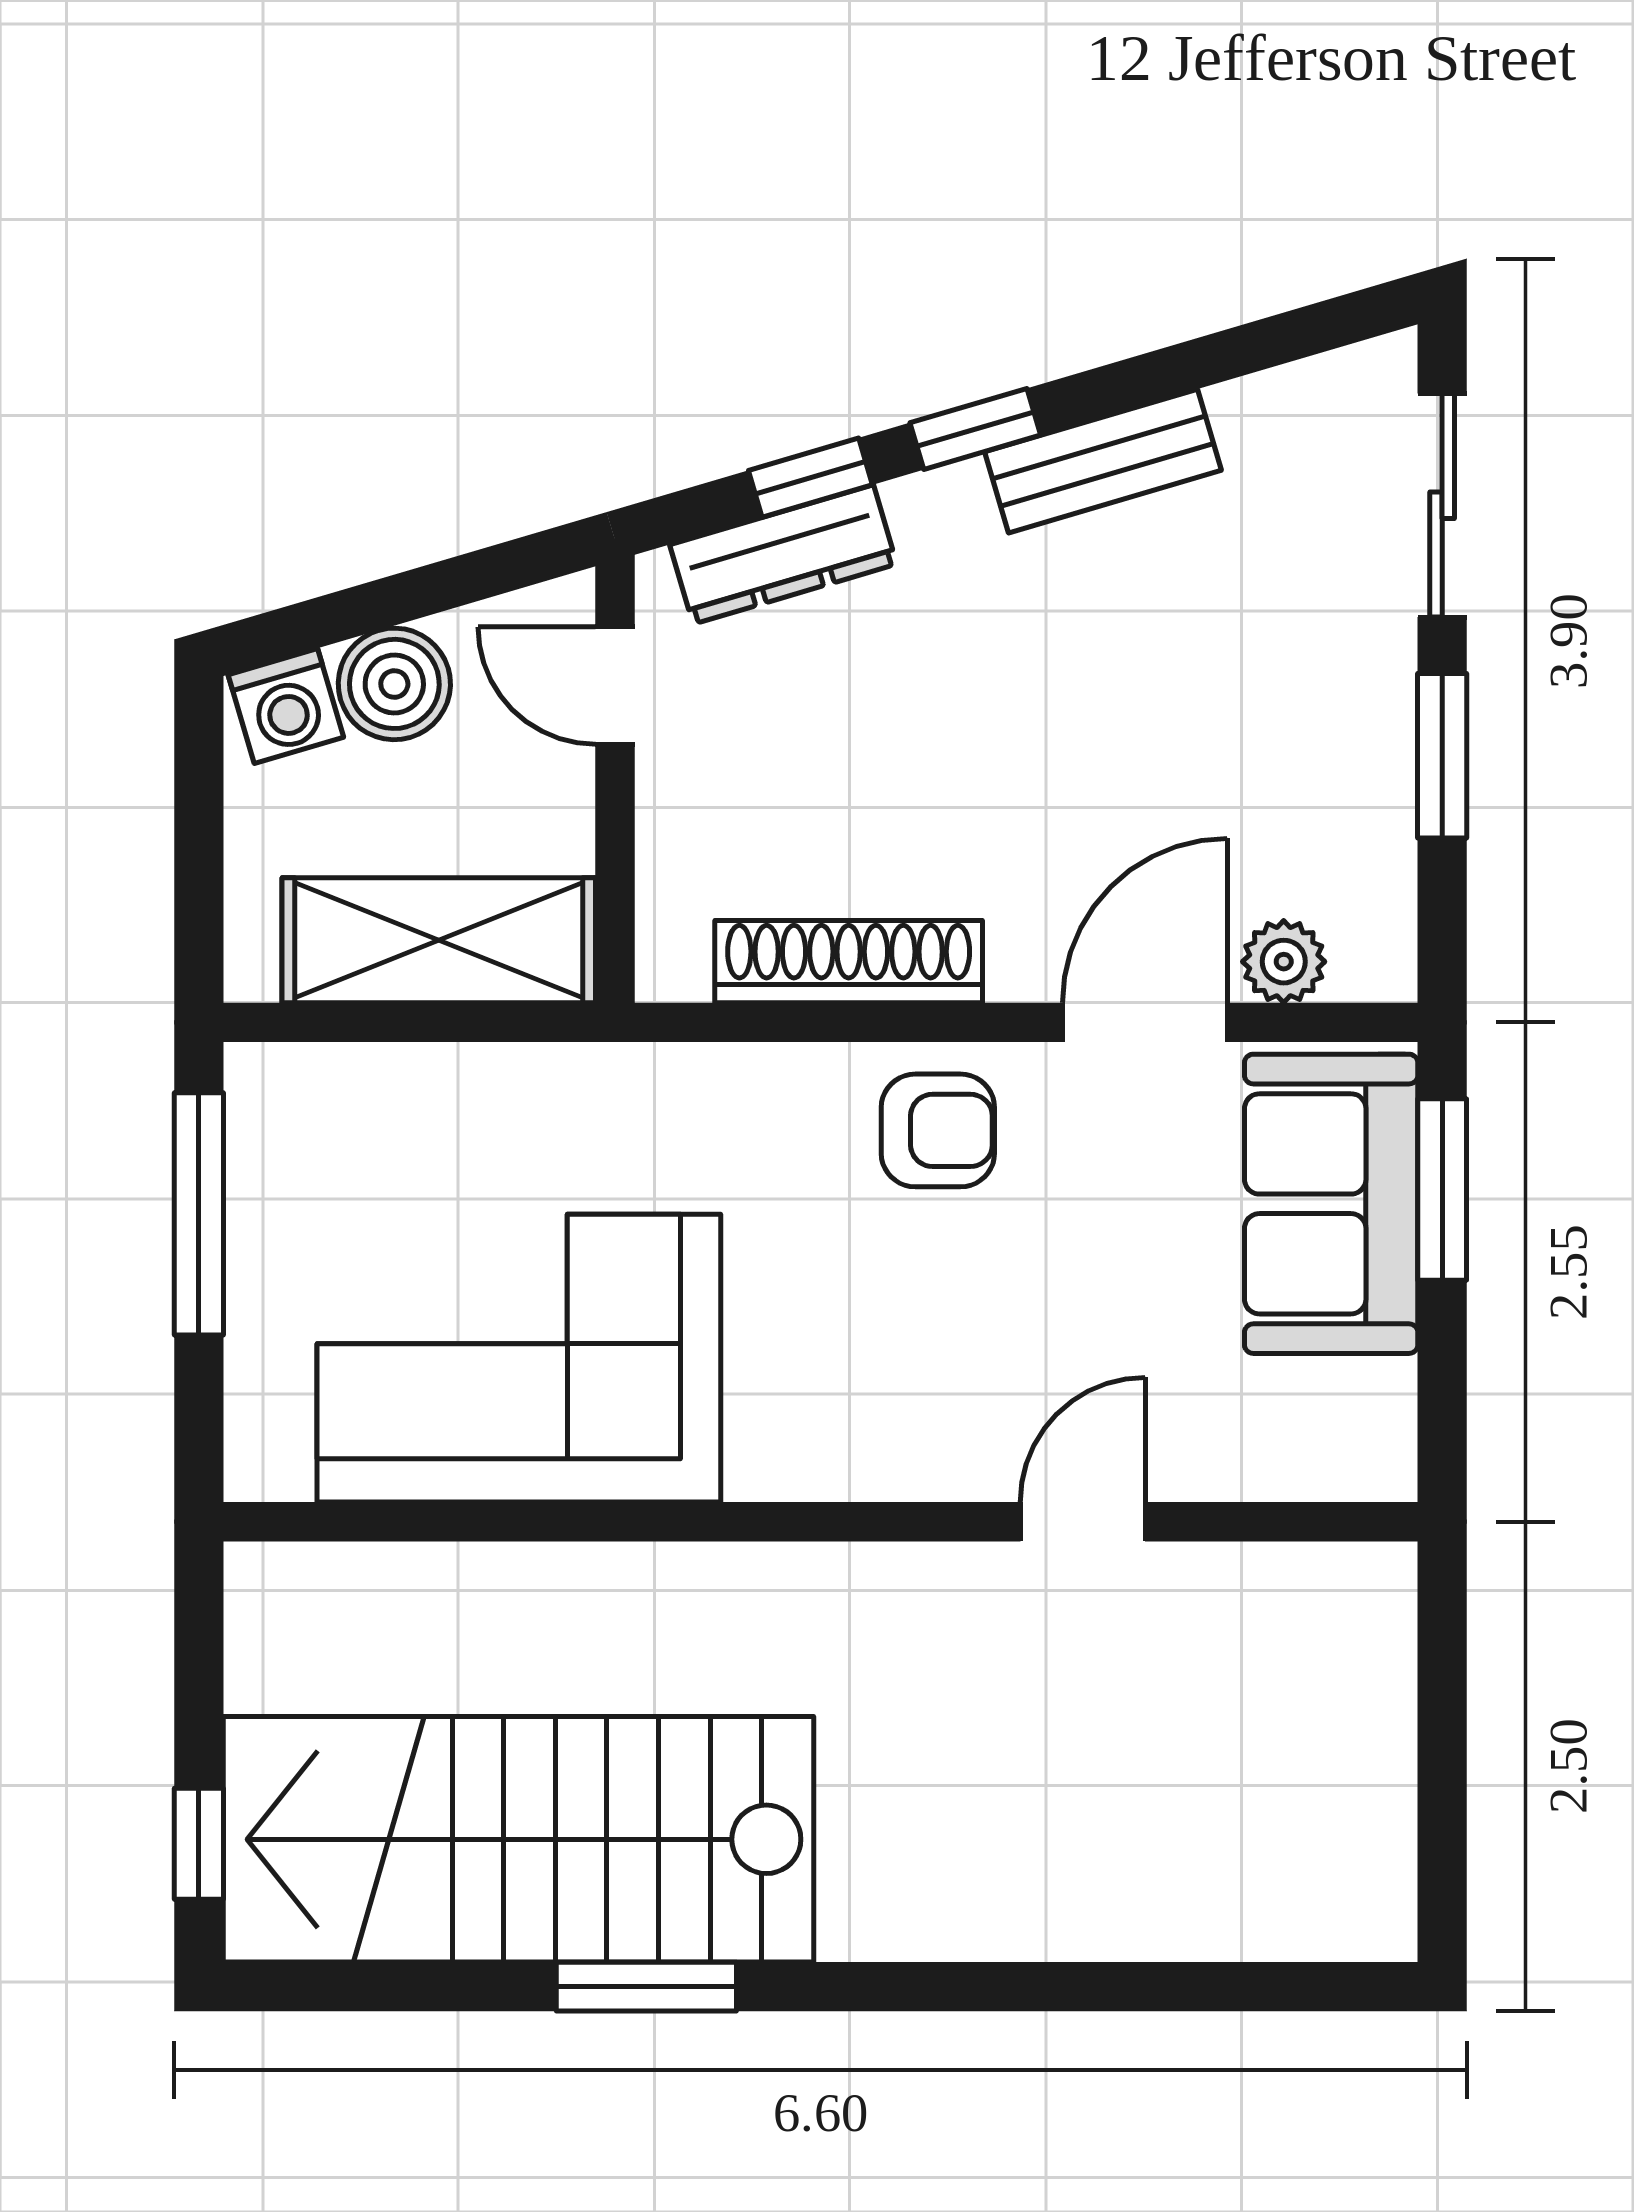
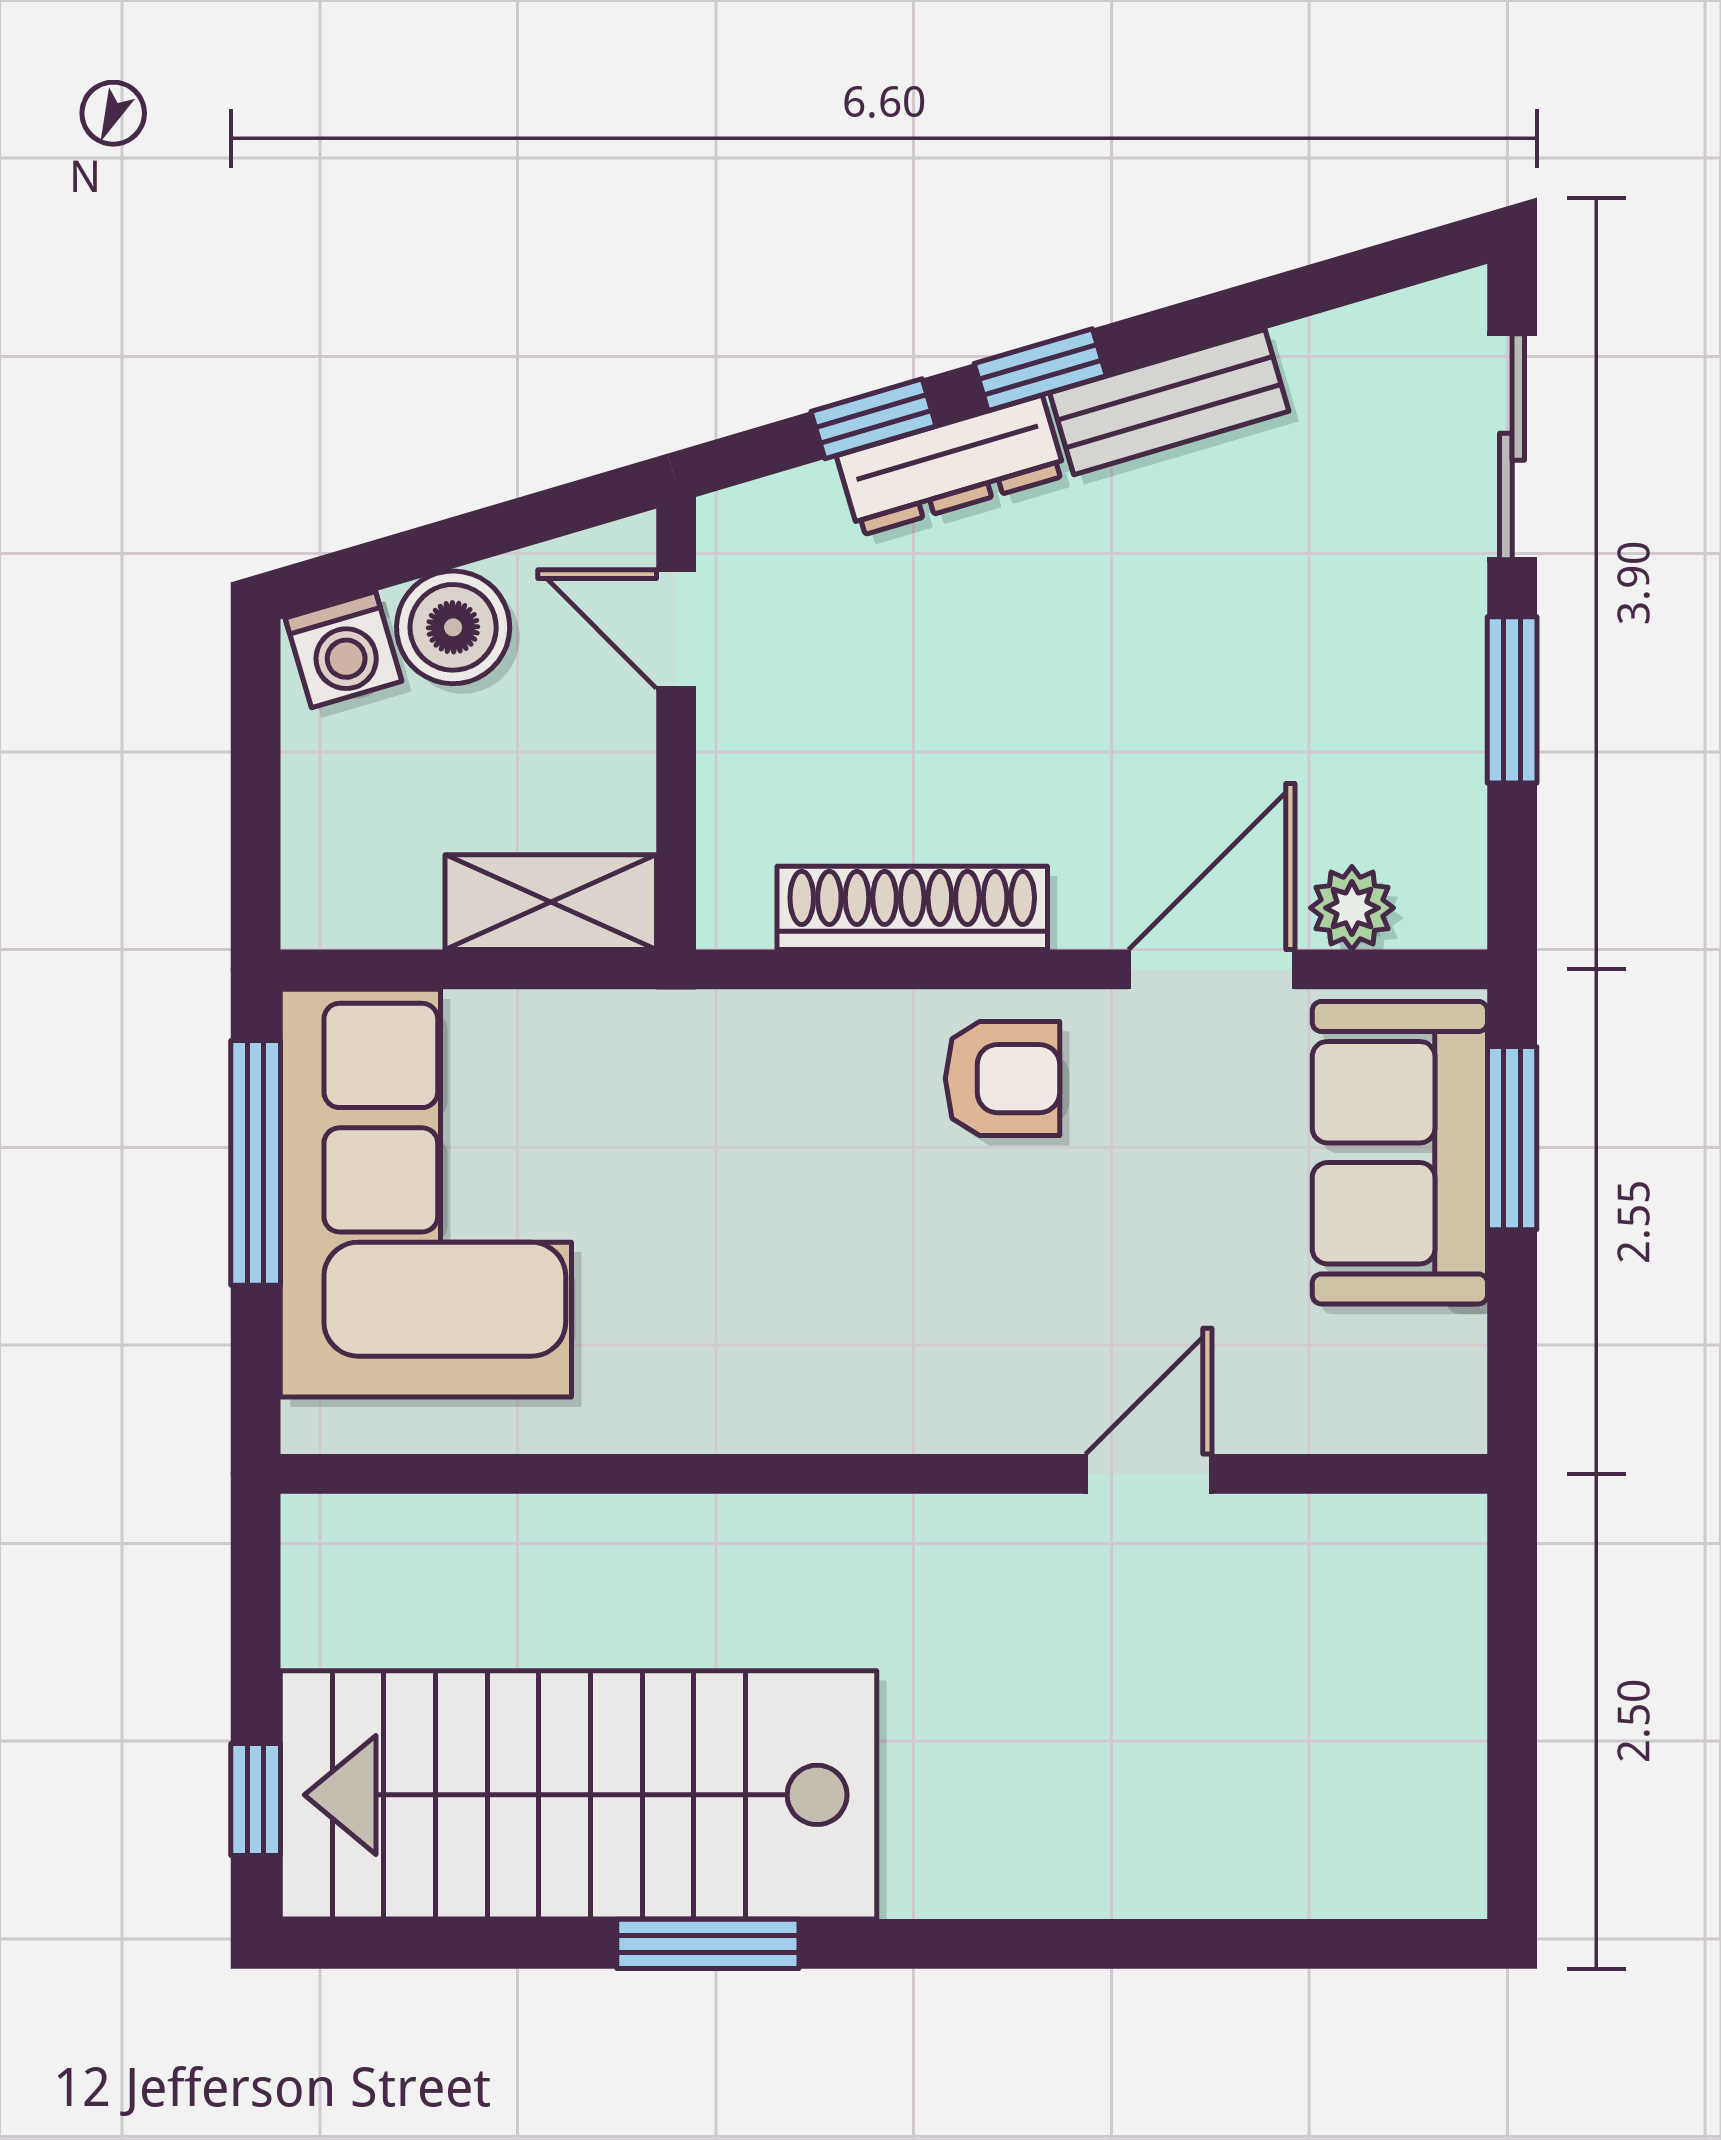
dresser: (783, 554) -> (951, 466), moved
shelving: (439, 940) -> (551, 902), width x0.67, depth x0.75
corner sofa: (519, 1358) -> (426, 1193), moved, turned 90

